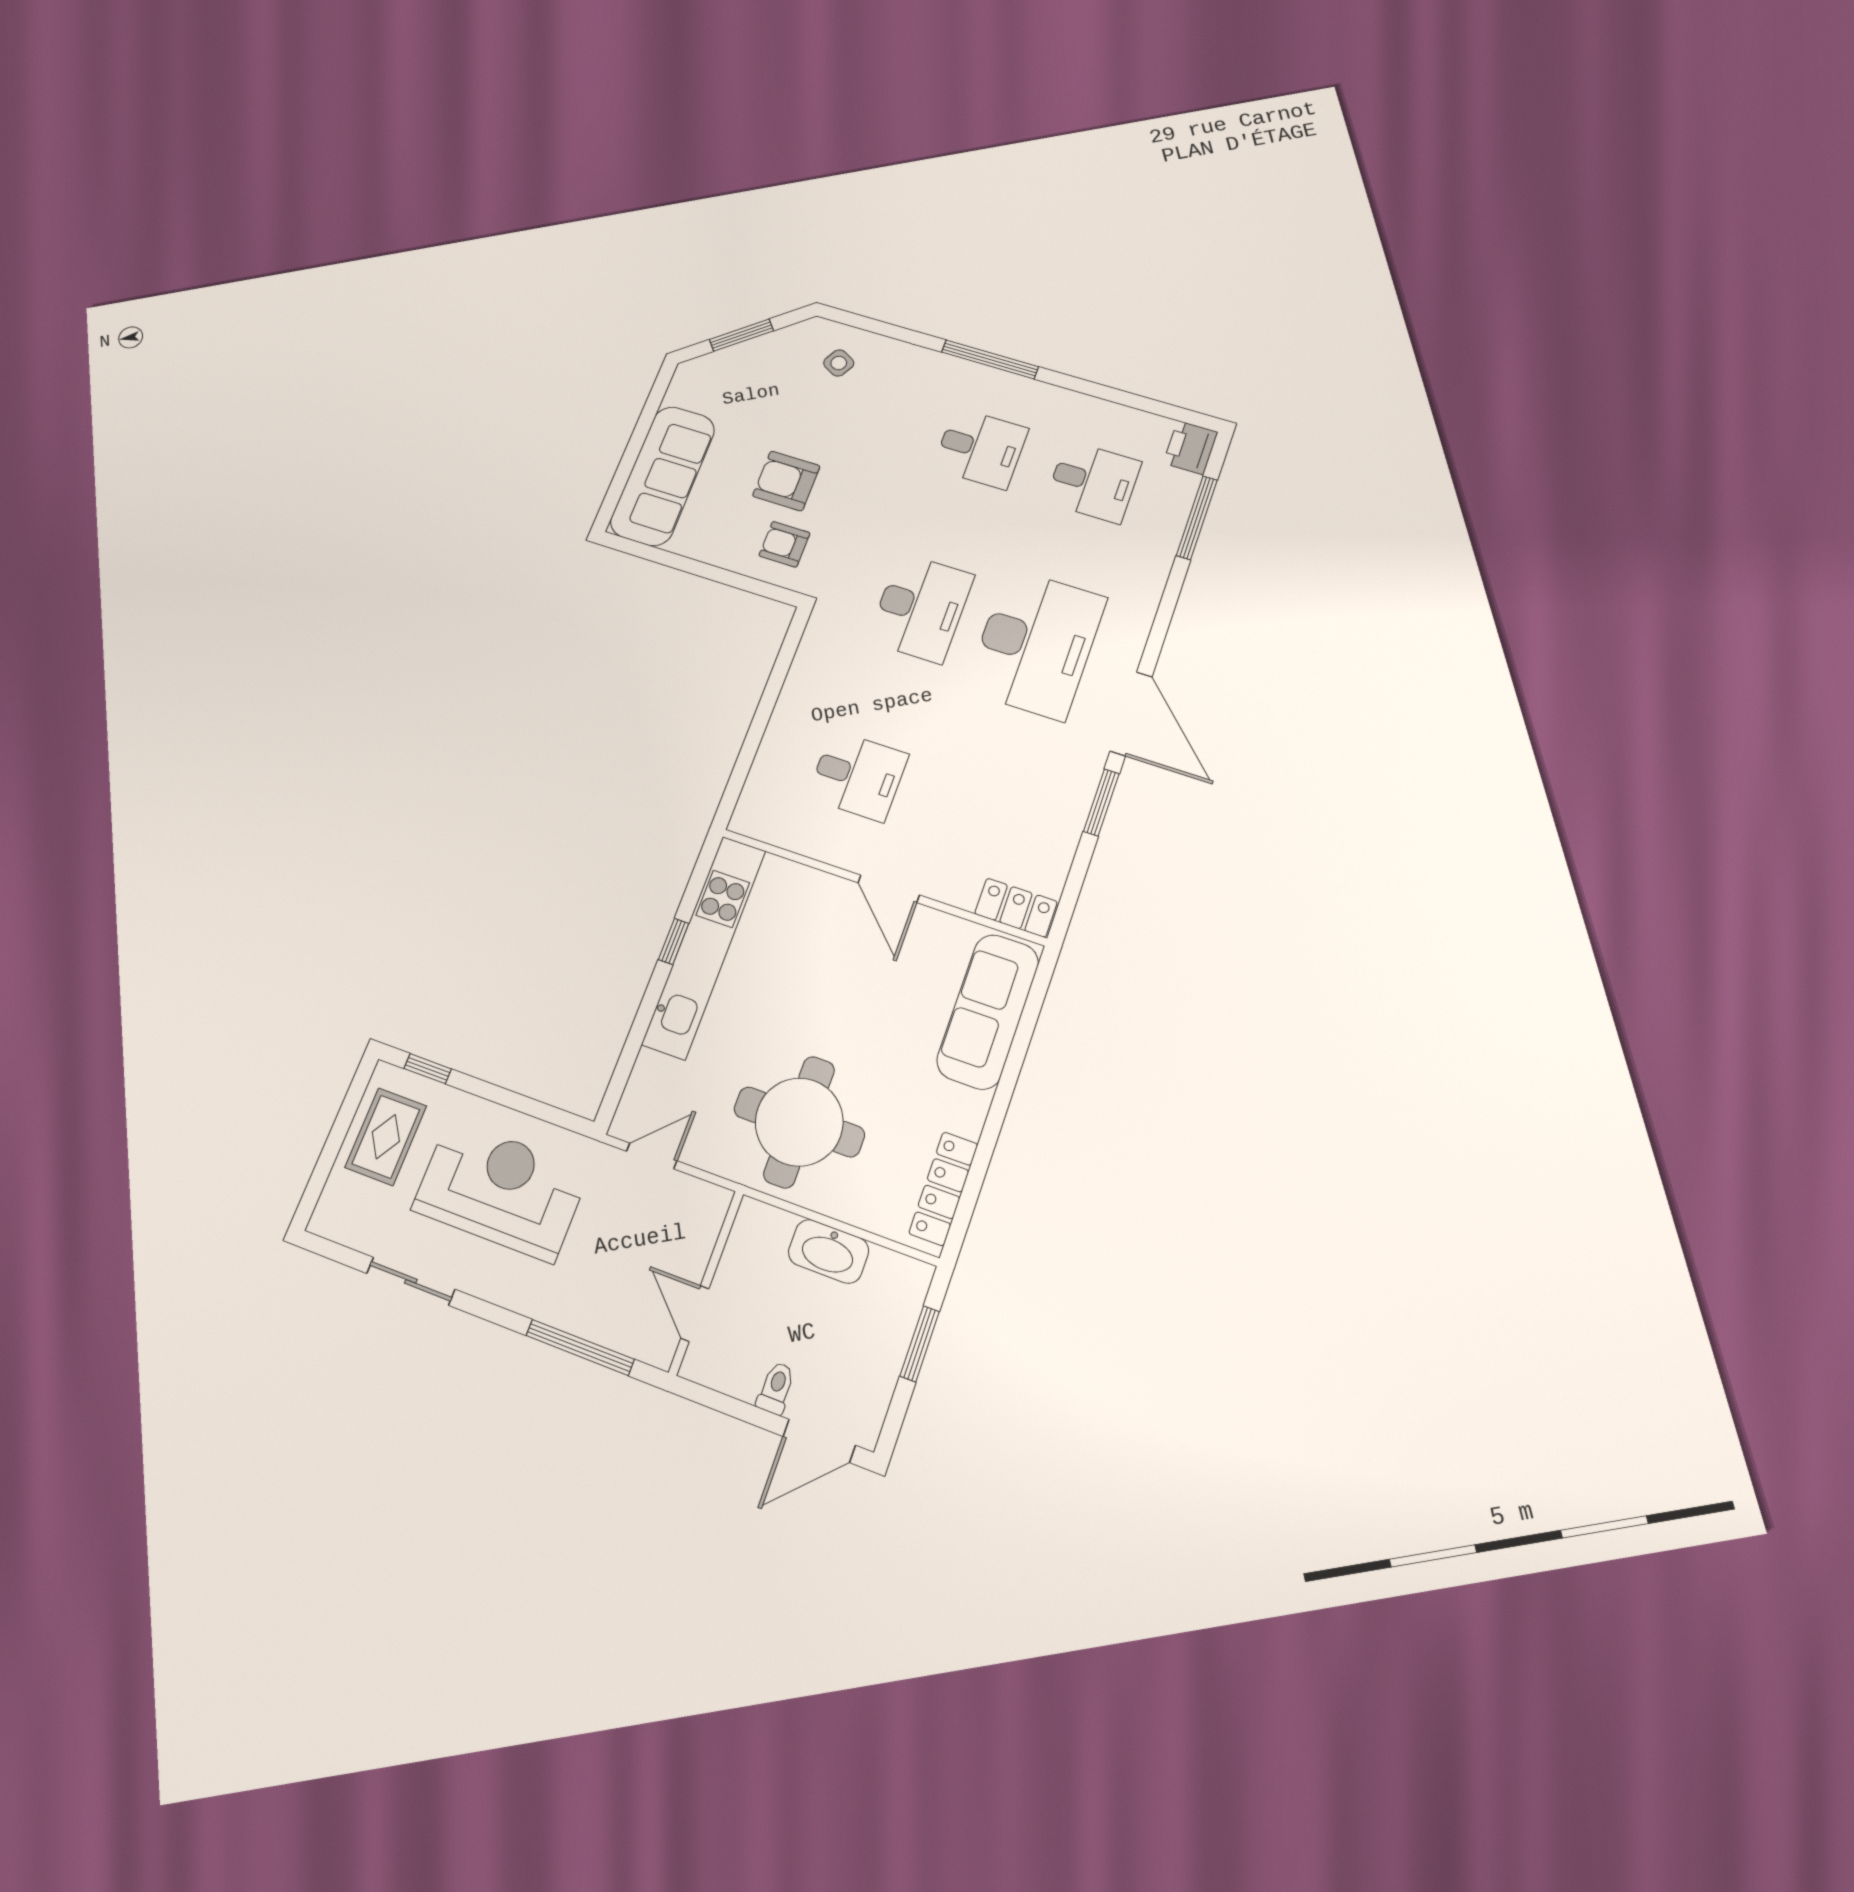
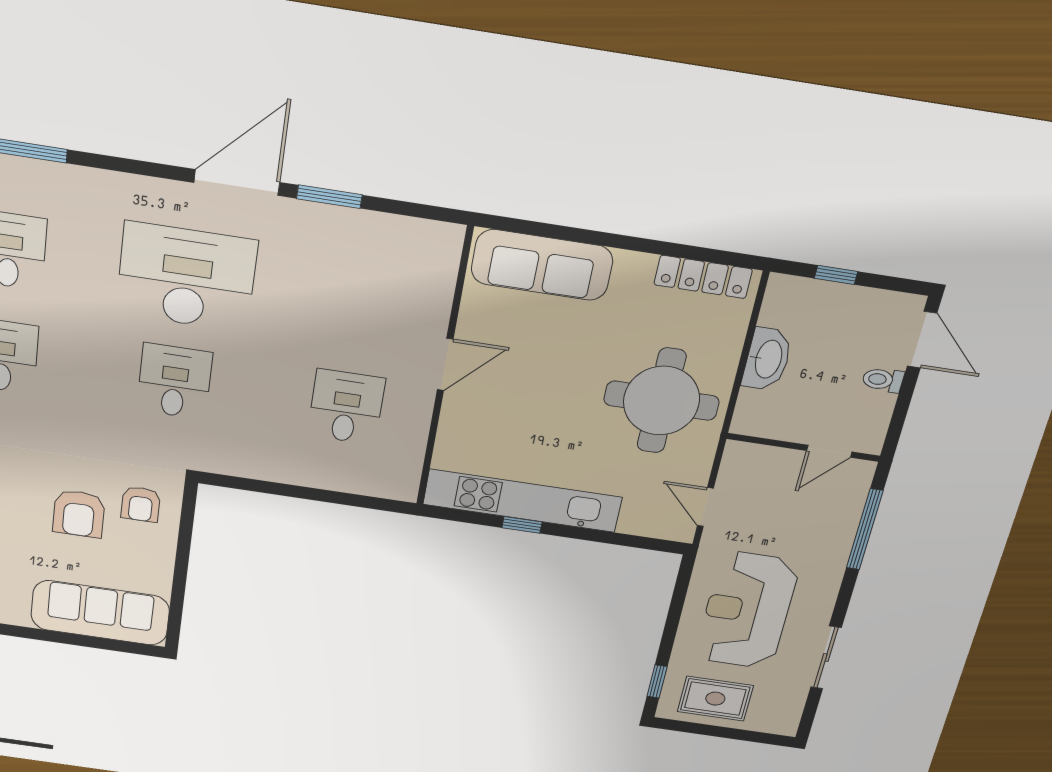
desk: (921, 608) -> (175, 381), width x0.73
locker: (1016, 908) -> (443, 256), removed
window: (920, 1344) -> (836, 275), width x0.67

